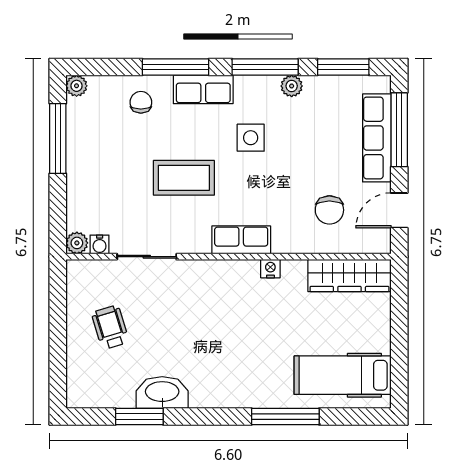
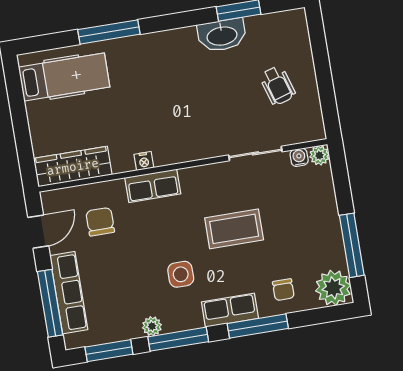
plant: (77, 86) -> (333, 288), width x1.87, depth x1.87
row of seats: (241, 240) -> (153, 186), moved

